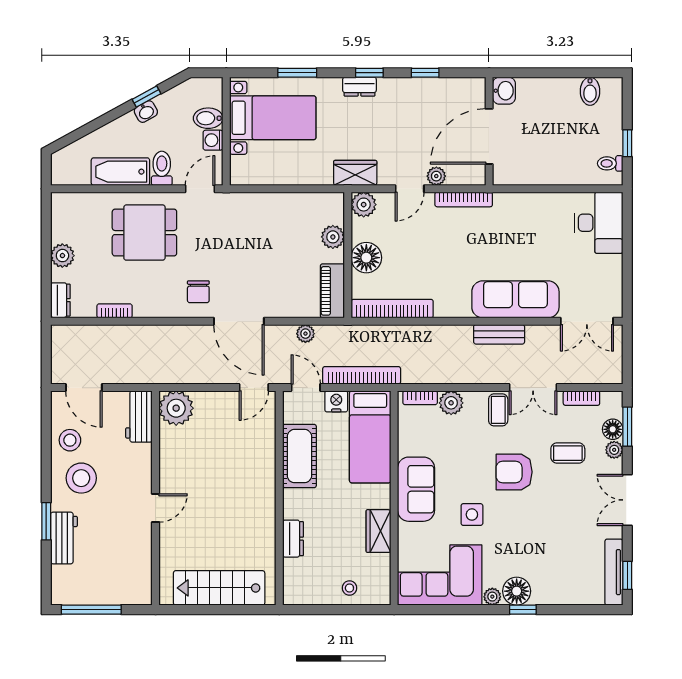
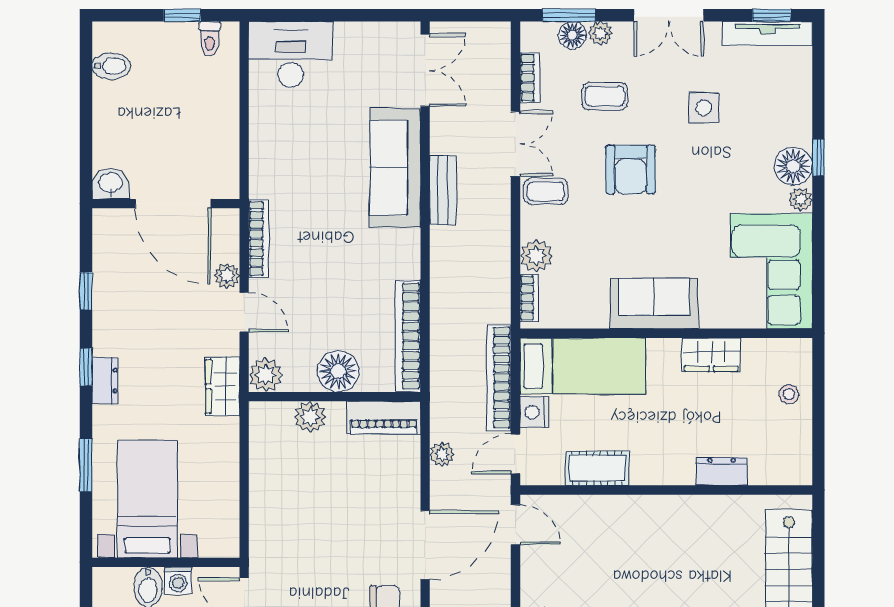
coffee table: (568, 453) -> (605, 96), turned 90
cot: (299, 456) -> (597, 468), width x0.73, depth x0.75
side table: (472, 515) -> (704, 108), moved

